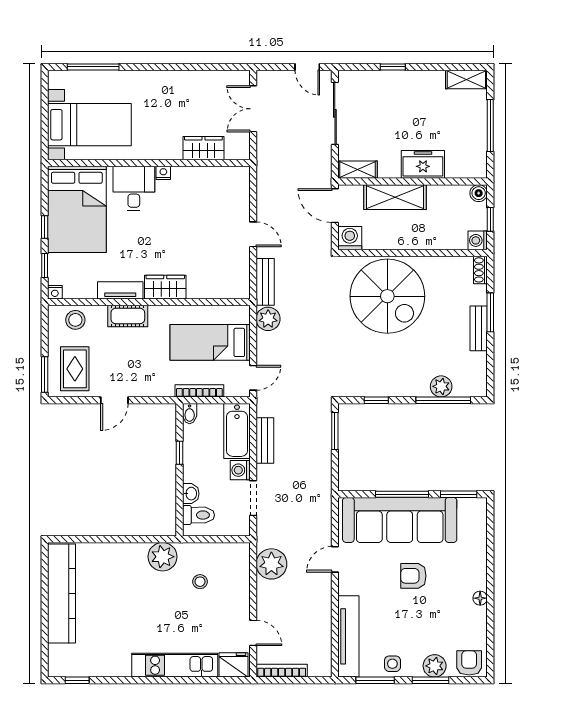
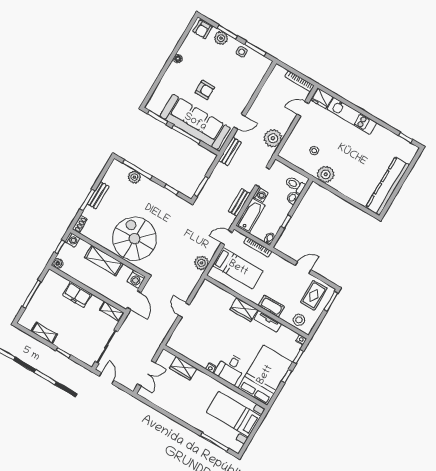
shelving: (466, 79) -> (44, 333), moved
shelving: (395, 197) -> (104, 261), moved
bench: (265, 282) -> (230, 151), moved
door: (253, 633) -> (303, 109), hinge flipped
tv unit: (348, 636) -> (256, 79), removed

